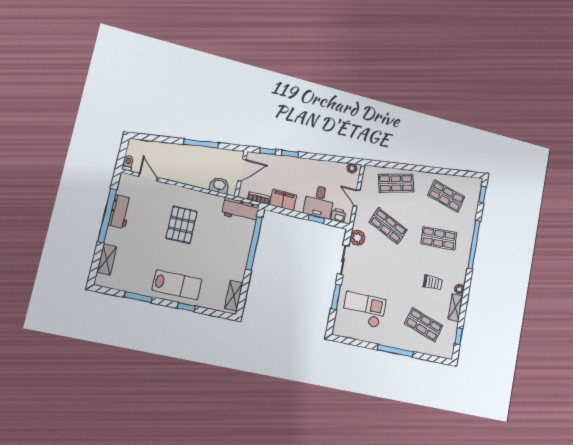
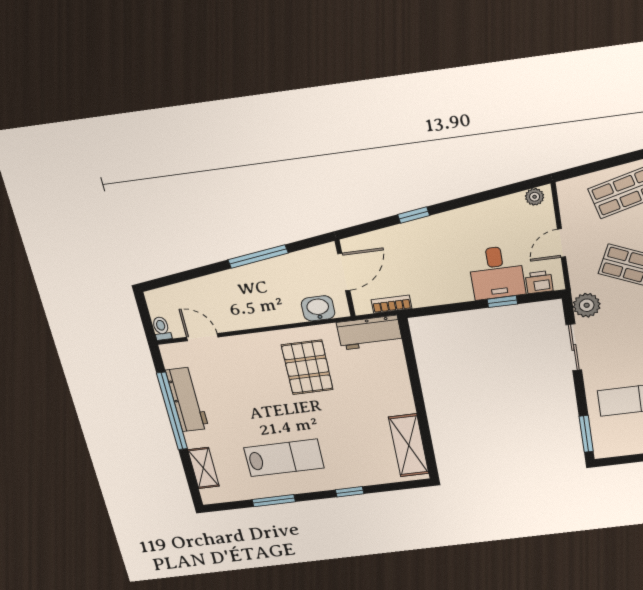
window: (268, 151) -> (373, 226), removed
door: (356, 198) -> (561, 243), hinge flipped
filing cabinet: (283, 200) -> (433, 292), removed
workbench: (120, 212) -> (187, 400), width x1.38
pallet: (182, 225) -> (307, 367), moved
window: (254, 243) -> (414, 373), removed
lab bench: (177, 285) -> (284, 458), moved
shelving: (234, 296) -> (409, 445), width x1.50, depth x1.33
window: (336, 297) -> (586, 434), moved

